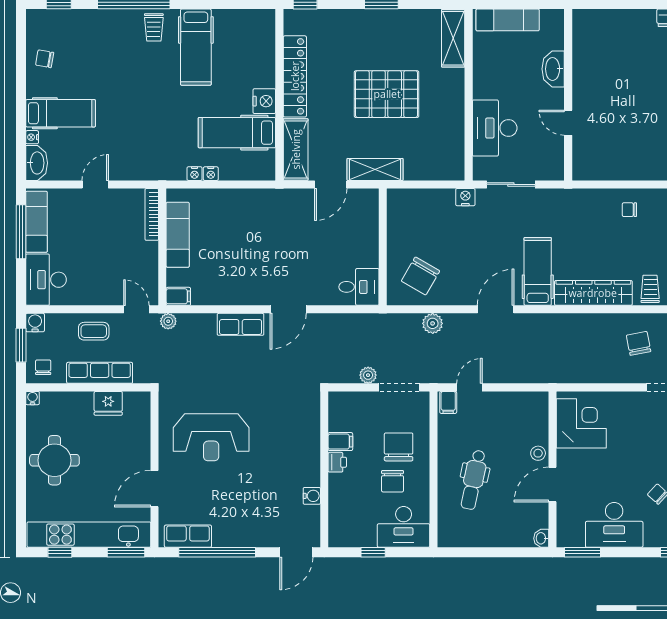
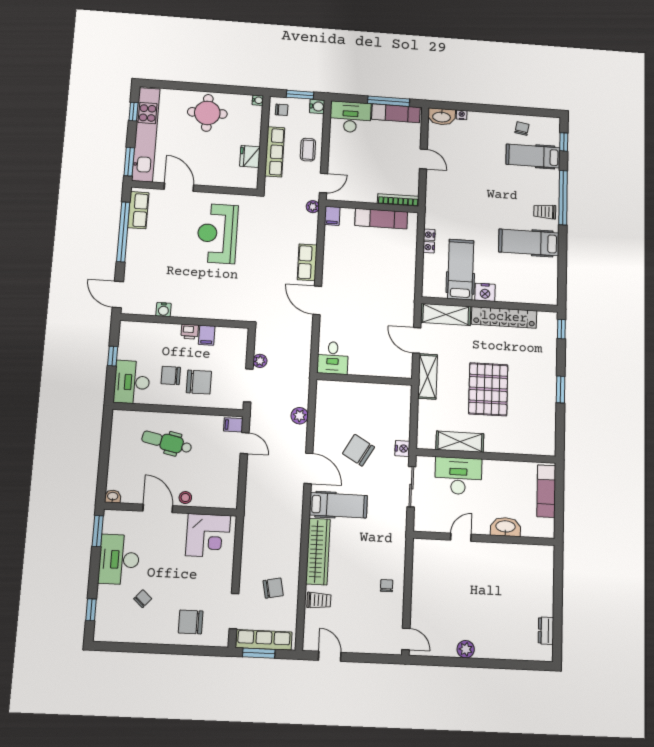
shelving: (453, 38) -> (460, 442), moved
hospital bed: (61, 113) -> (533, 156), moved, turned 90
chair: (421, 276) -> (358, 450), moved

